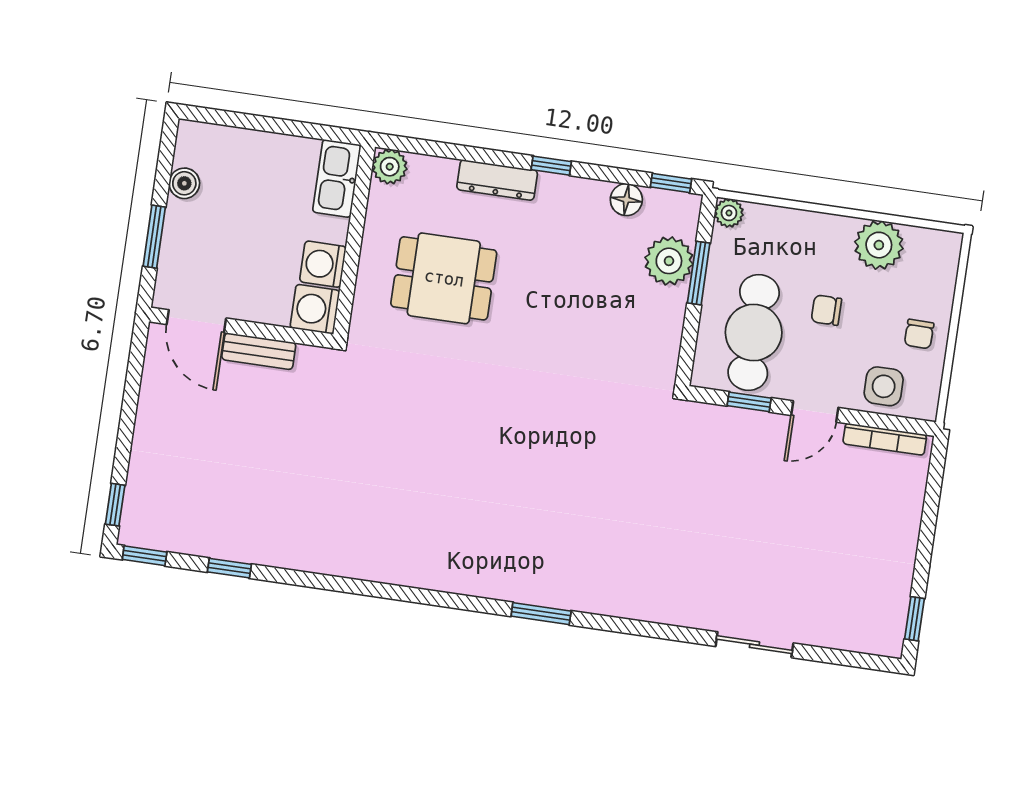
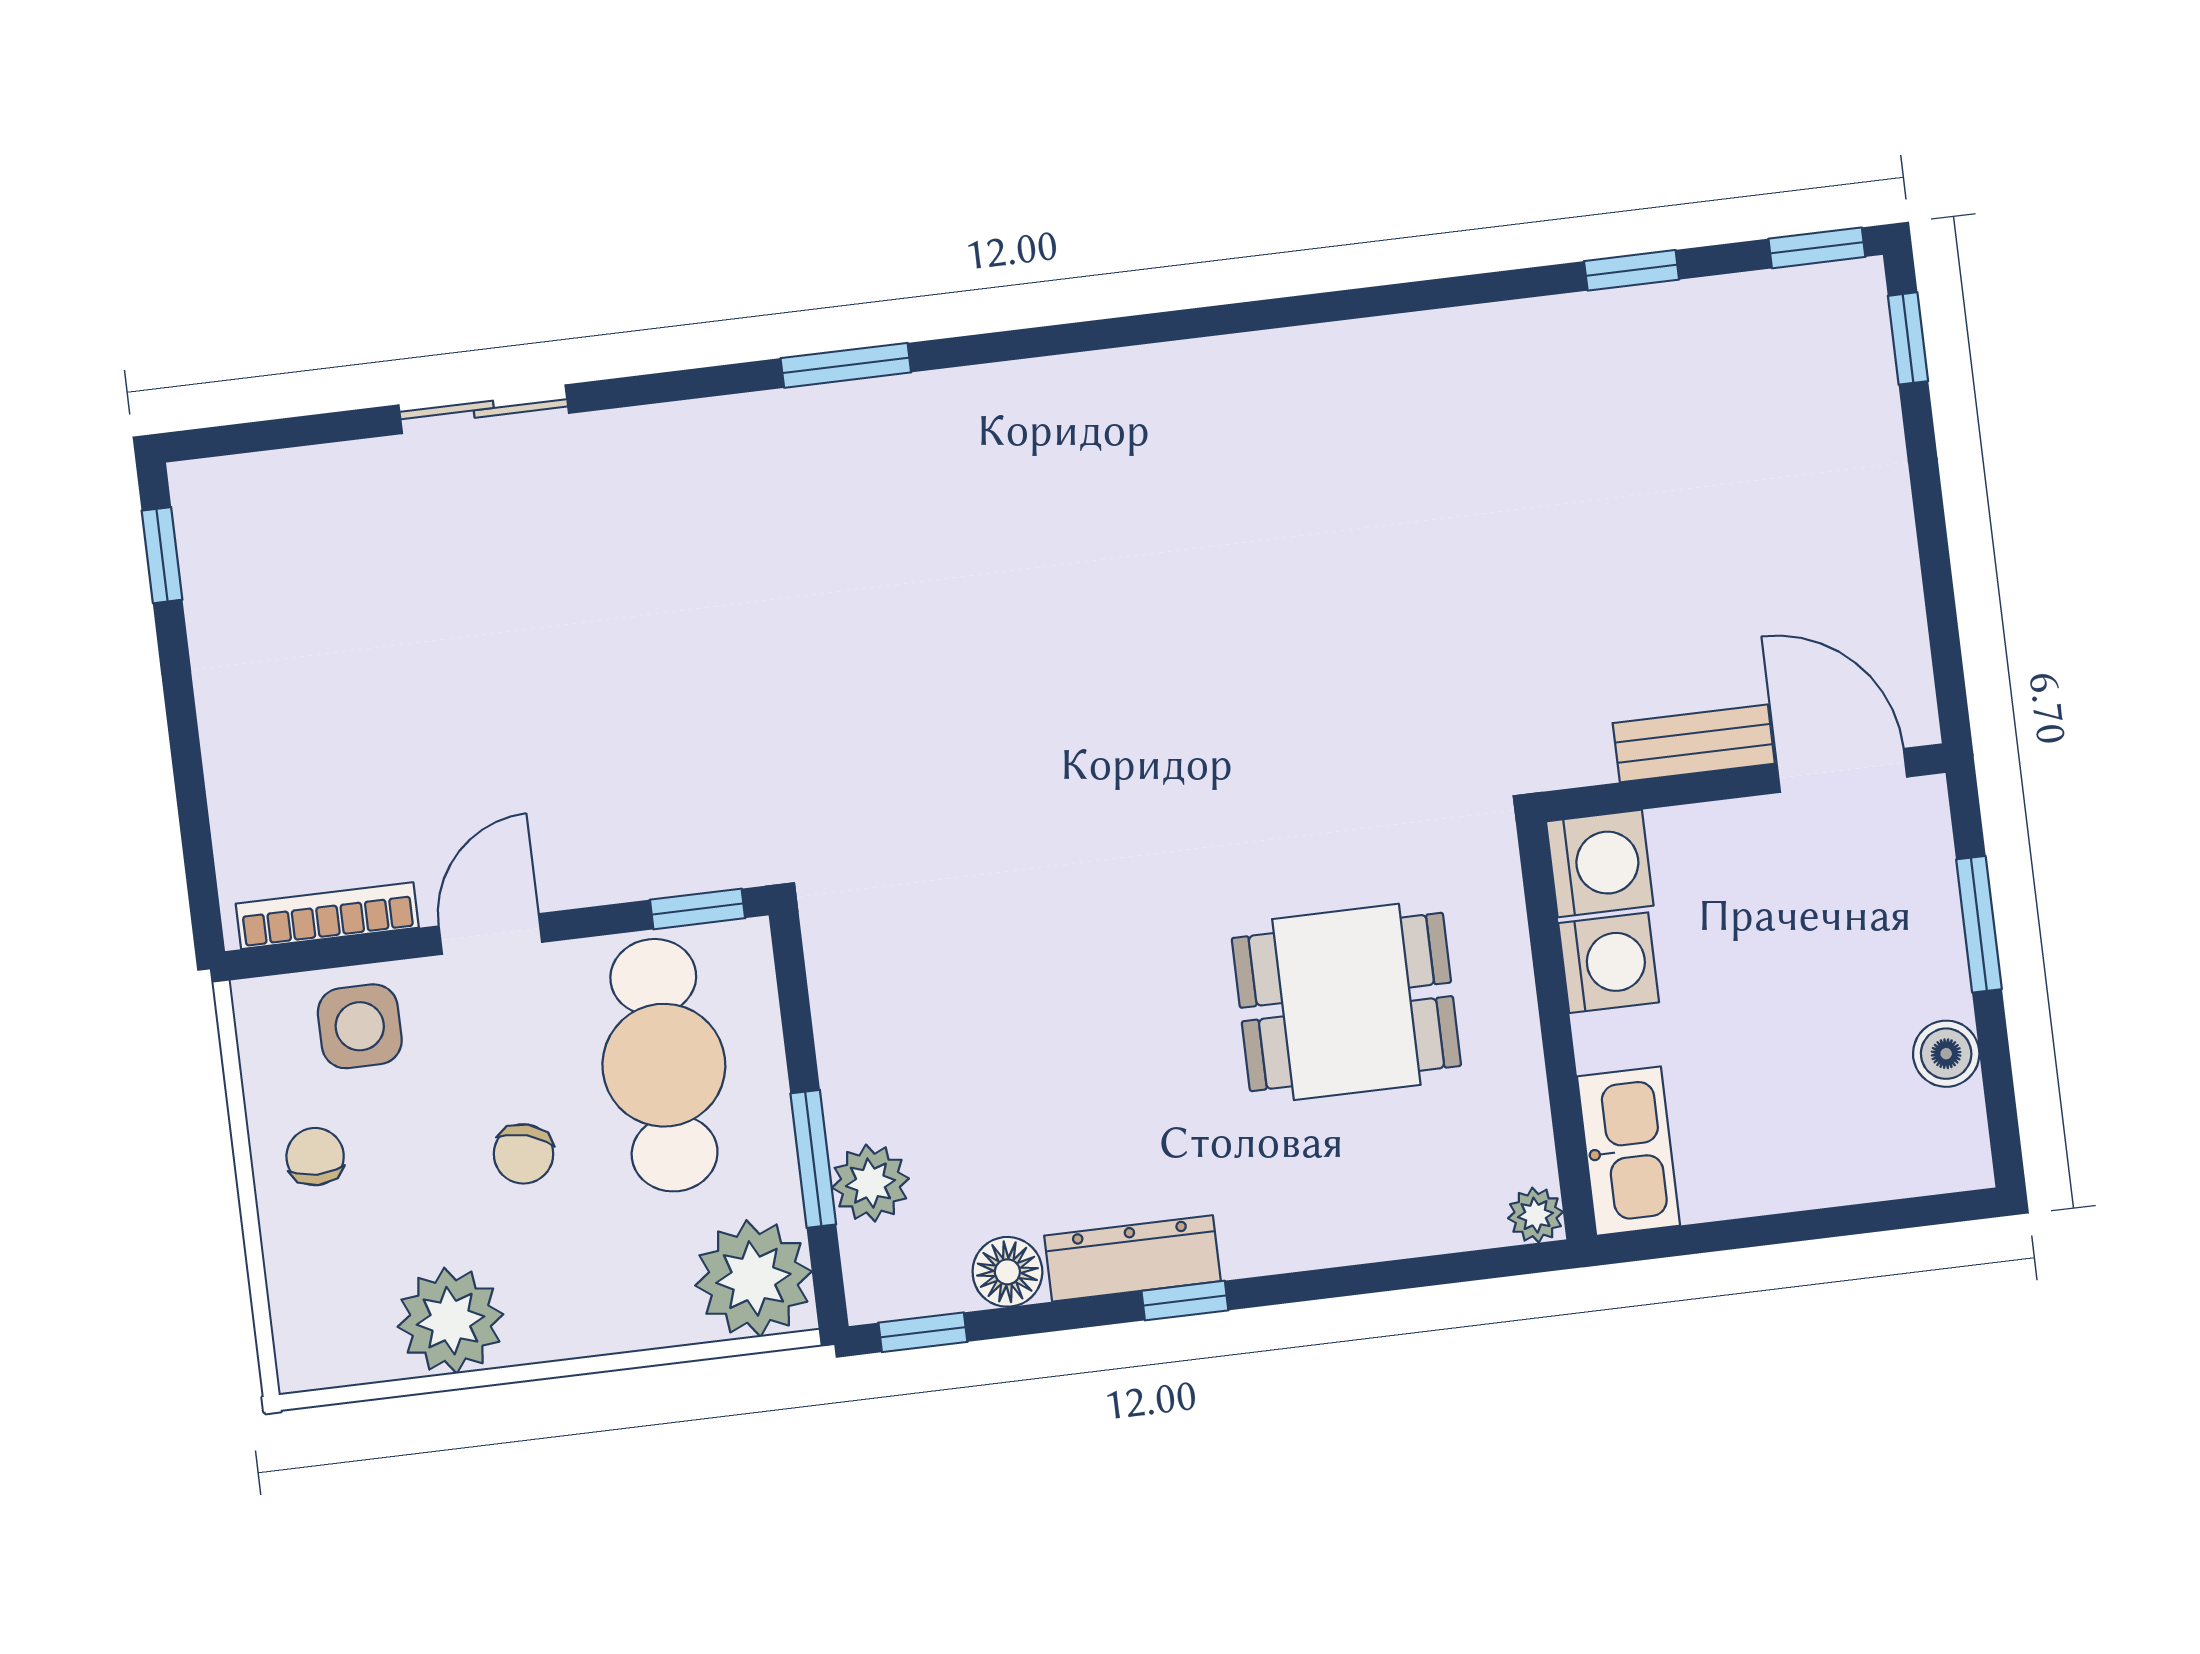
plant: (390, 167) -> (1536, 1215), width x0.73, depth x0.73
dresser: (497, 180) -> (1132, 1258), moved
plant: (729, 213) -> (753, 1278), width x1.88, depth x1.88
plant: (669, 261) -> (870, 1183), width x0.73, depth x0.73
chair: (826, 310) -> (524, 1154), turned 106
window: (749, 402) -> (697, 909), moved
window: (541, 614) -> (846, 365), moved

